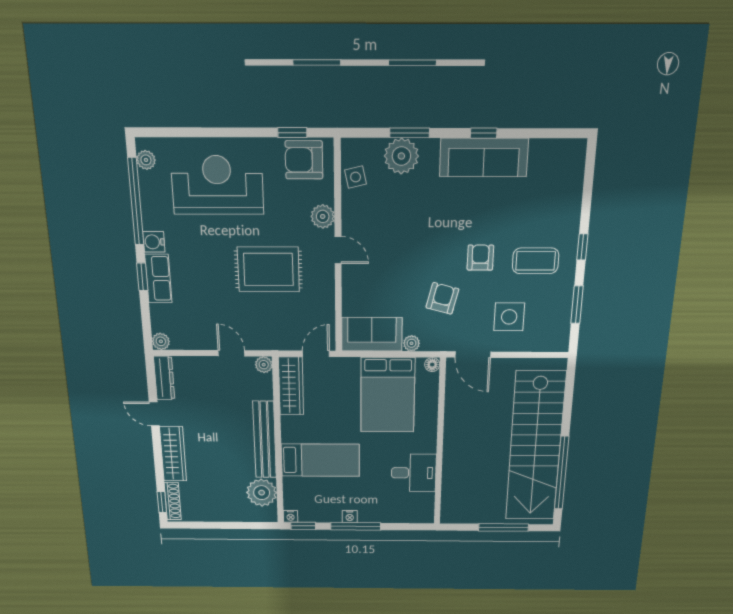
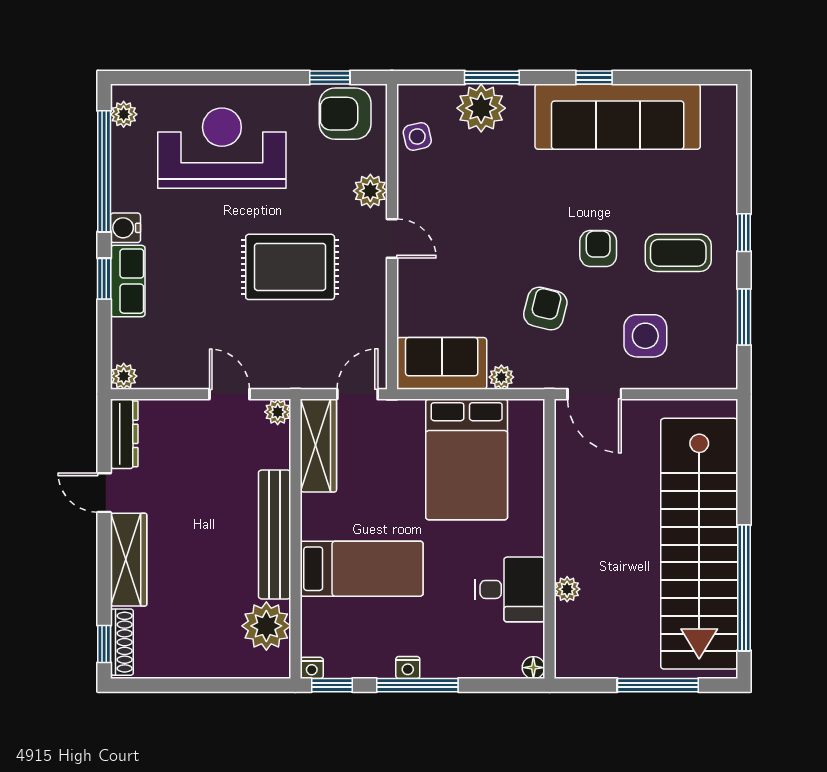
sofa: (484, 157) -> (618, 117), width x1.36, depth x1.27
floor lamp: (432, 365) -> (533, 668), moved
plant: (450, 473) -> (567, 589), added

